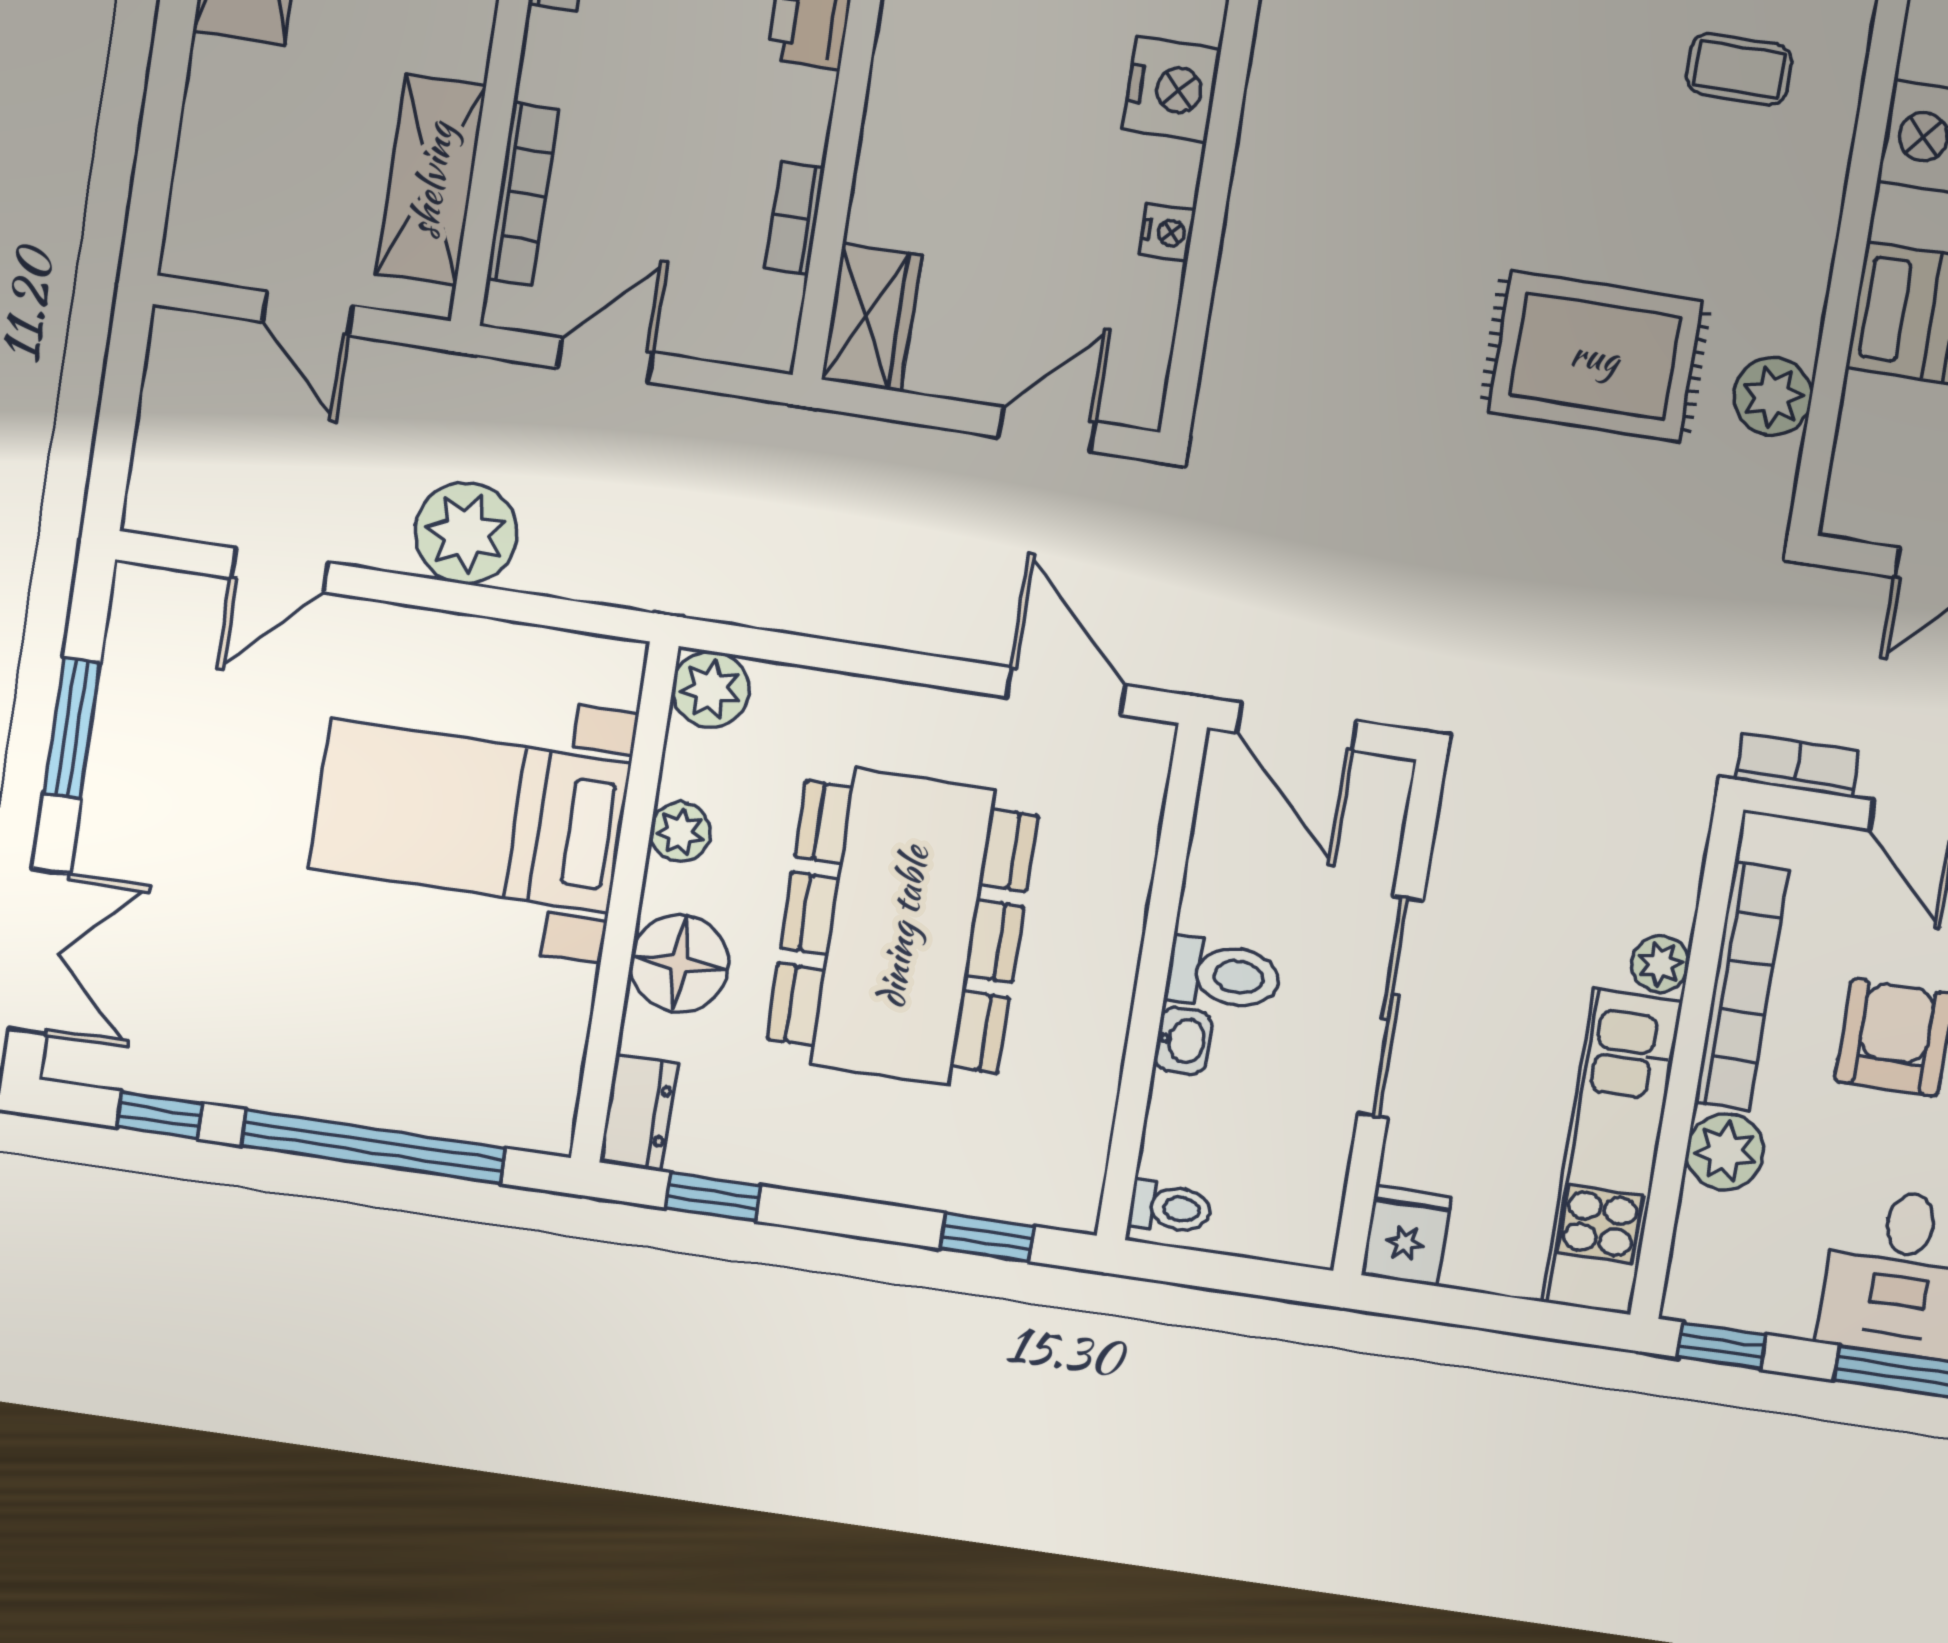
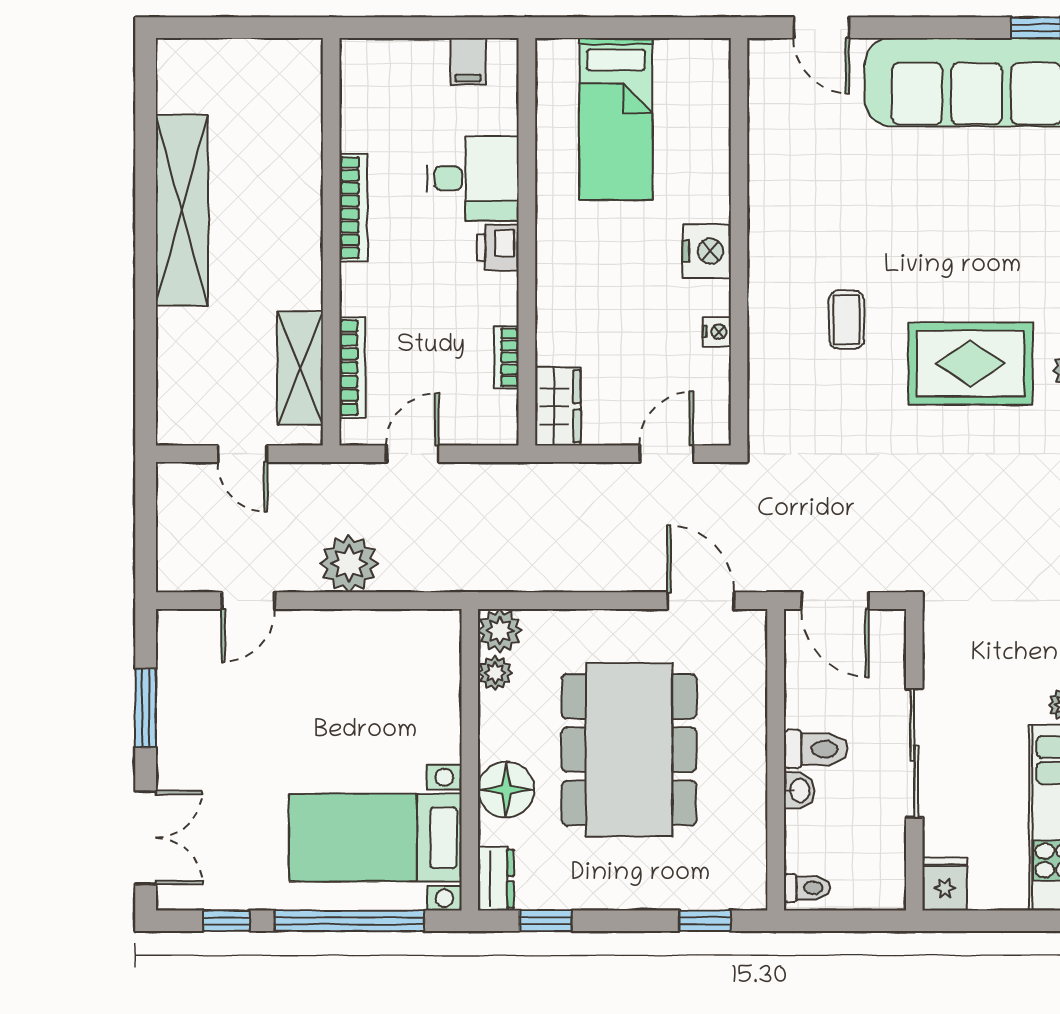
coffee table: (1739, 69) -> (847, 320), moved, turned 90
bed with nightstands: (470, 816) -> (375, 838), moved
plant: (680, 832) -> (495, 673), moved

